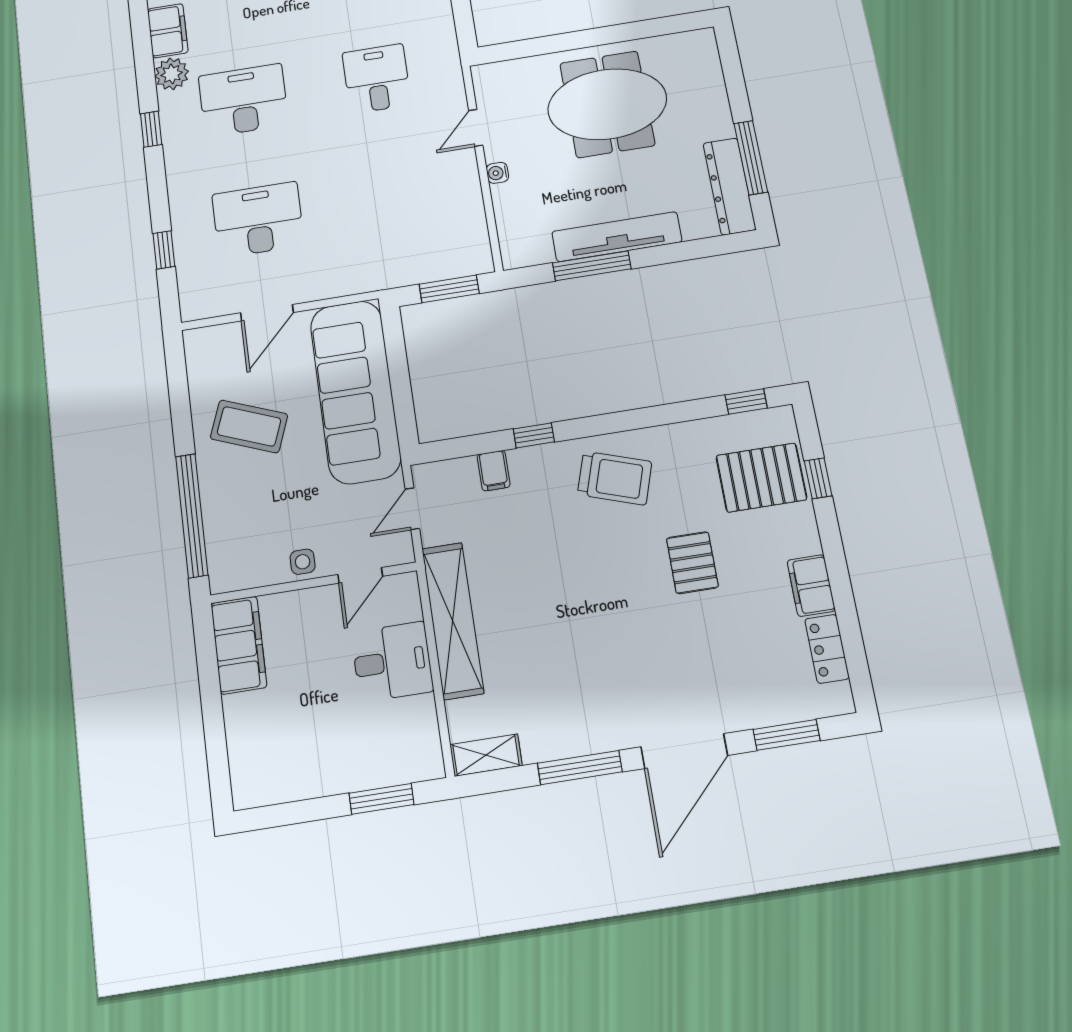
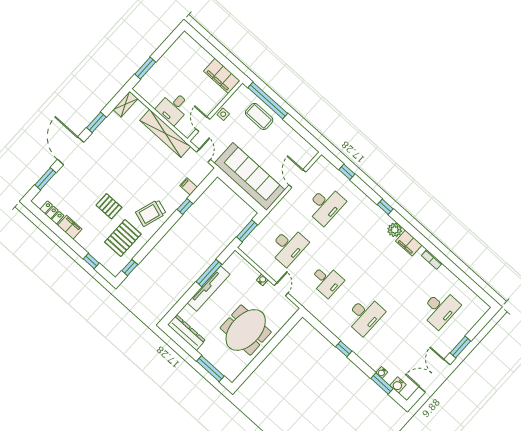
desk: (244, 100) -> (288, 246), moved
window: (751, 158) -> (210, 369), moved
coffee table: (249, 426) -> (259, 116), moved, turned 69
pallet: (761, 478) -> (123, 238), moved
window: (580, 768) -> (96, 122), width x0.69

